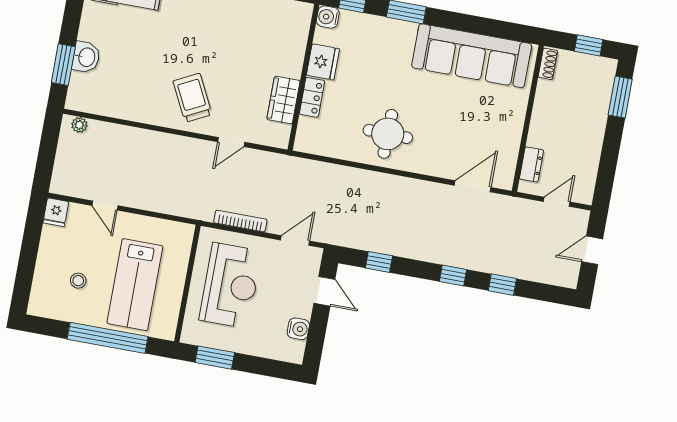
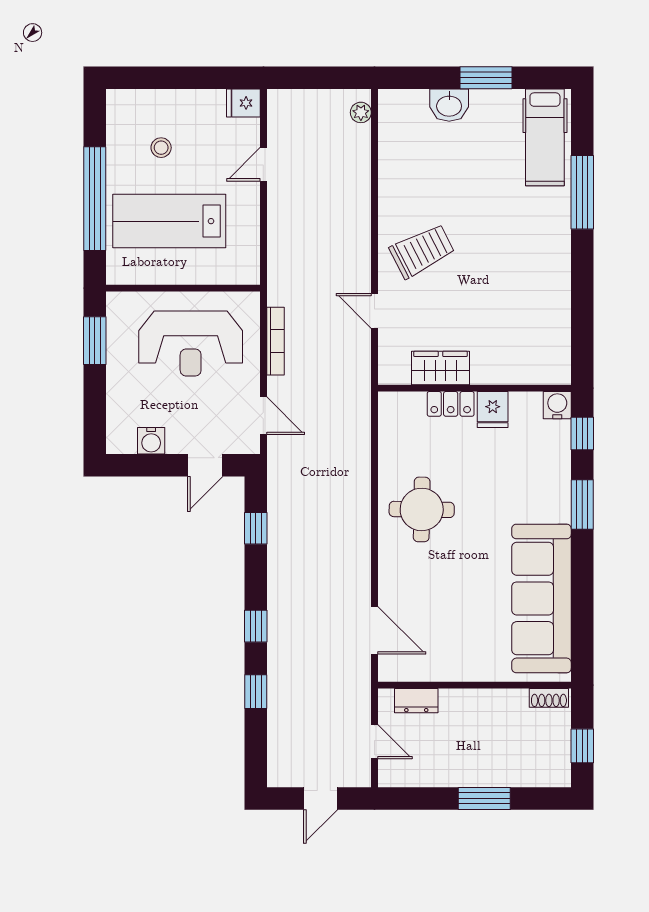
fridge: (323, 62) -> (493, 410), width x0.72
window: (63, 65) -> (486, 78), moved
window: (620, 97) -> (484, 798), moved
door: (592, 250) -> (321, 798), swing flipped

